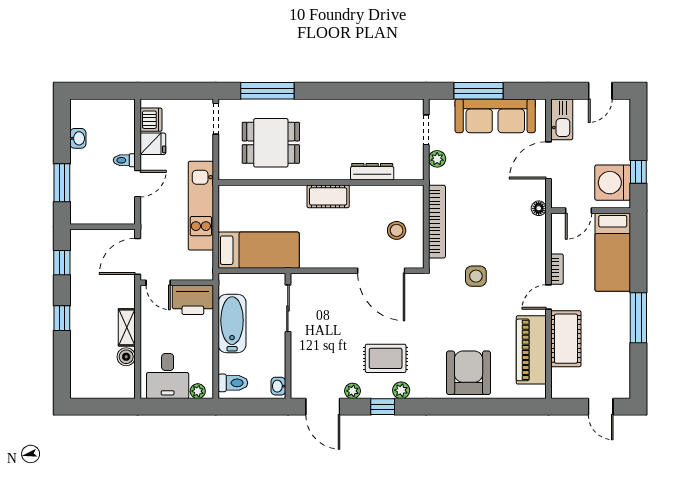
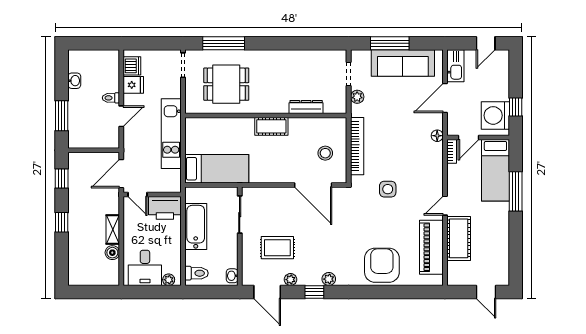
bookcase: (557, 269) -> (452, 151), moved
window: (638, 318) -> (516, 191), moved
rug: (386, 358) -> (277, 248), moved

